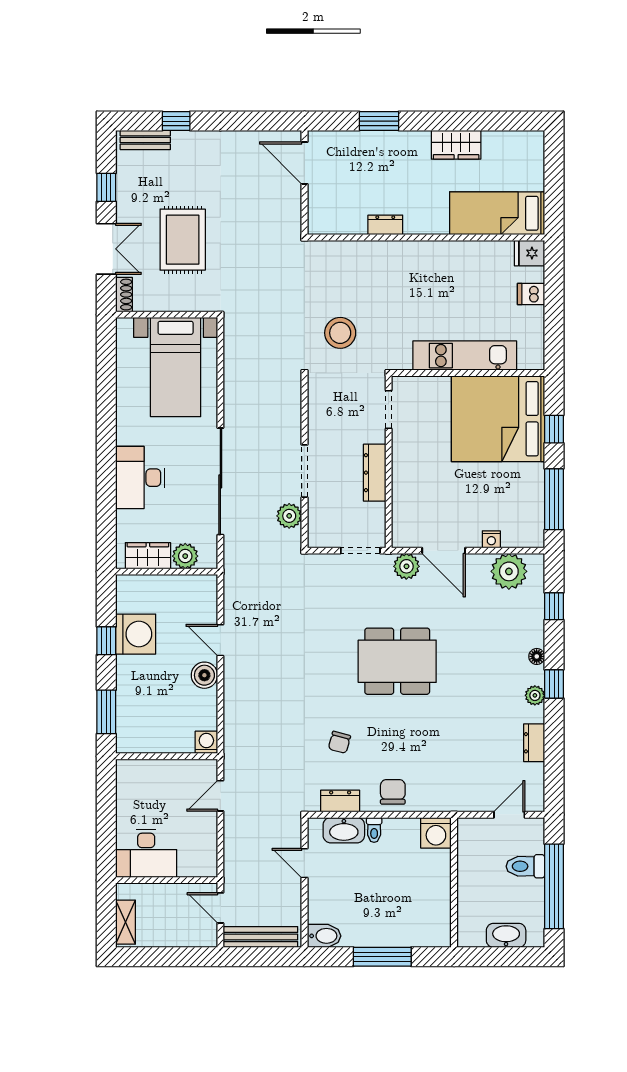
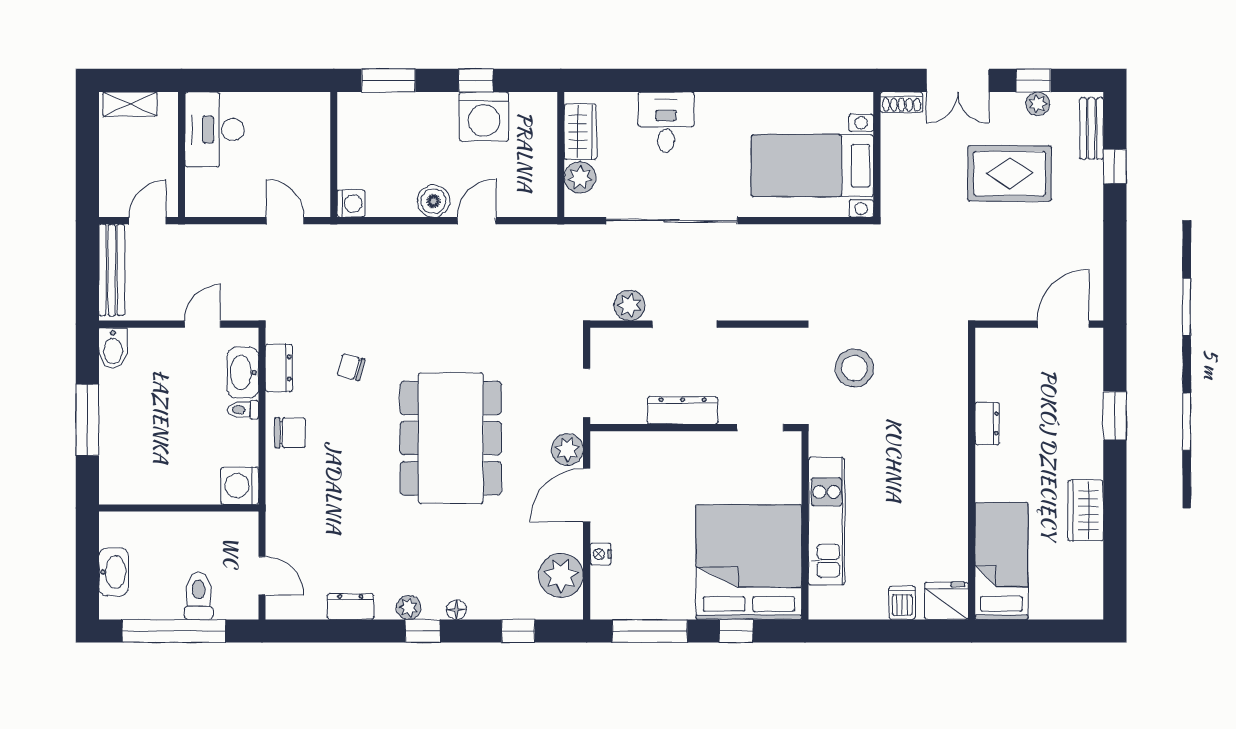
plant: (125, 184) -> (1038, 104), added
rug: (183, 240) -> (1010, 173), moved
fridge: (530, 253) -> (947, 601), width x1.38
desk: (140, 478) -> (666, 122), width x0.73
dining table: (397, 661) -> (451, 438), width x1.36, depth x1.24

